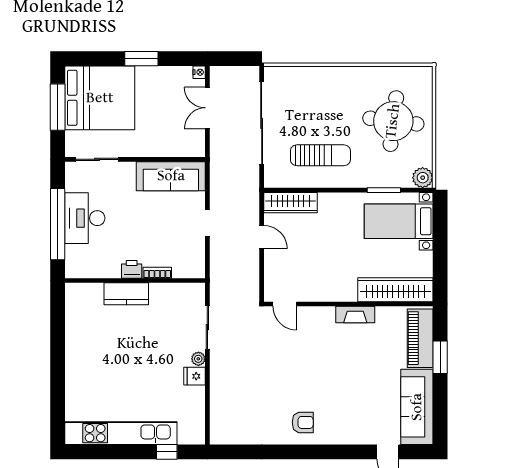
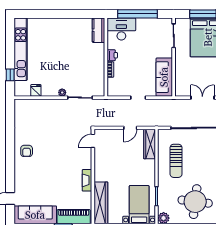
desk: (85, 218) -> (121, 29), moved
kitchen counter: (126, 294) -> (99, 30), moved
fridge: (195, 376) -> (36, 90), moved

